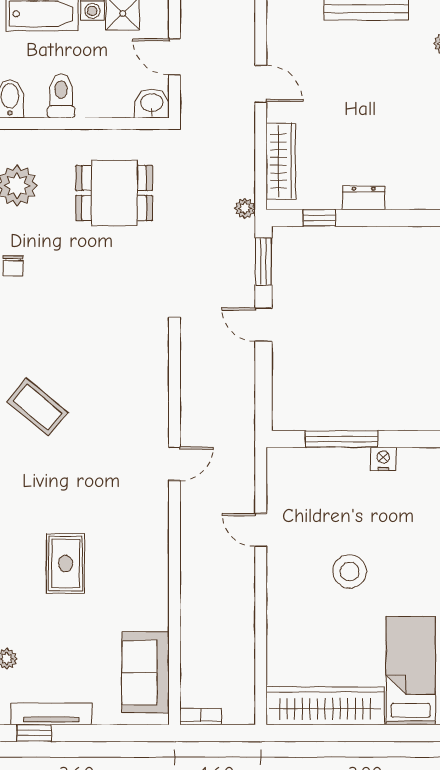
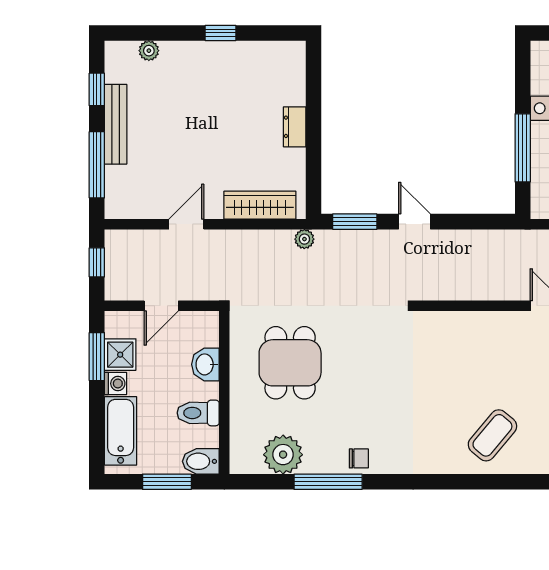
washbasin: (152, 104) -> (205, 364), moved
window: (319, 218) -> (314, 169), removed
door: (263, 325) -> (414, 222), swing flipped

